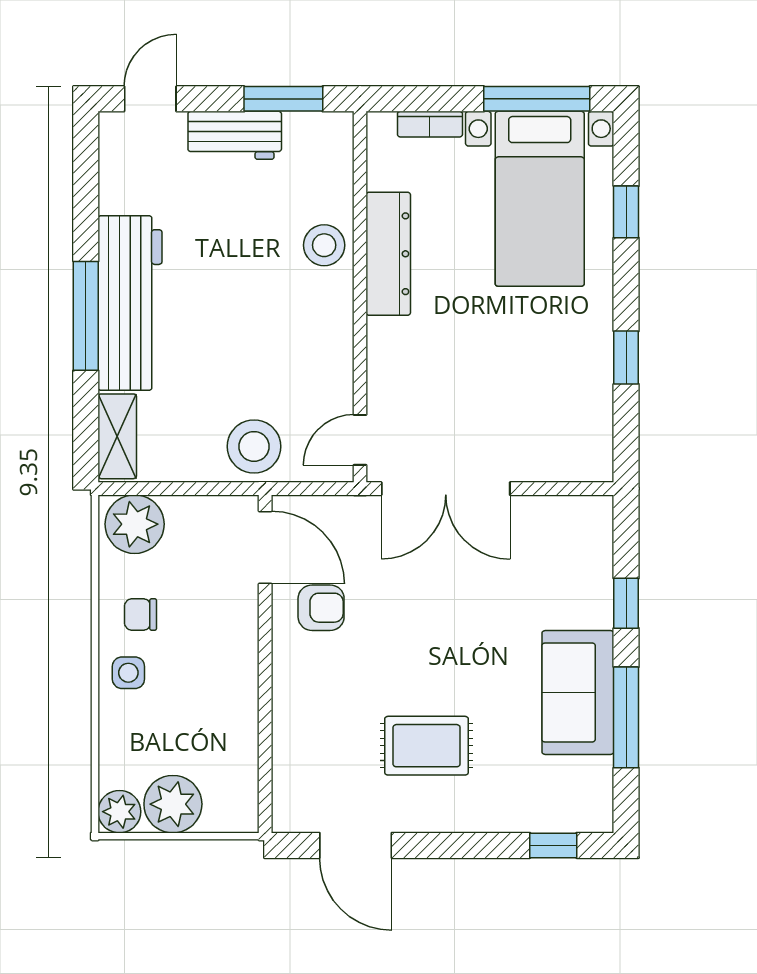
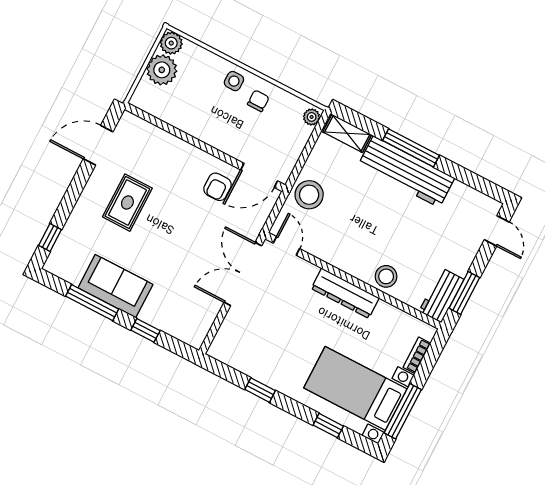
workbench: (235, 135) -> (442, 295), moved
dresser: (388, 254) -> (345, 293), moved
plant: (135, 524) -> (312, 117), width x0.53, depth x0.53

